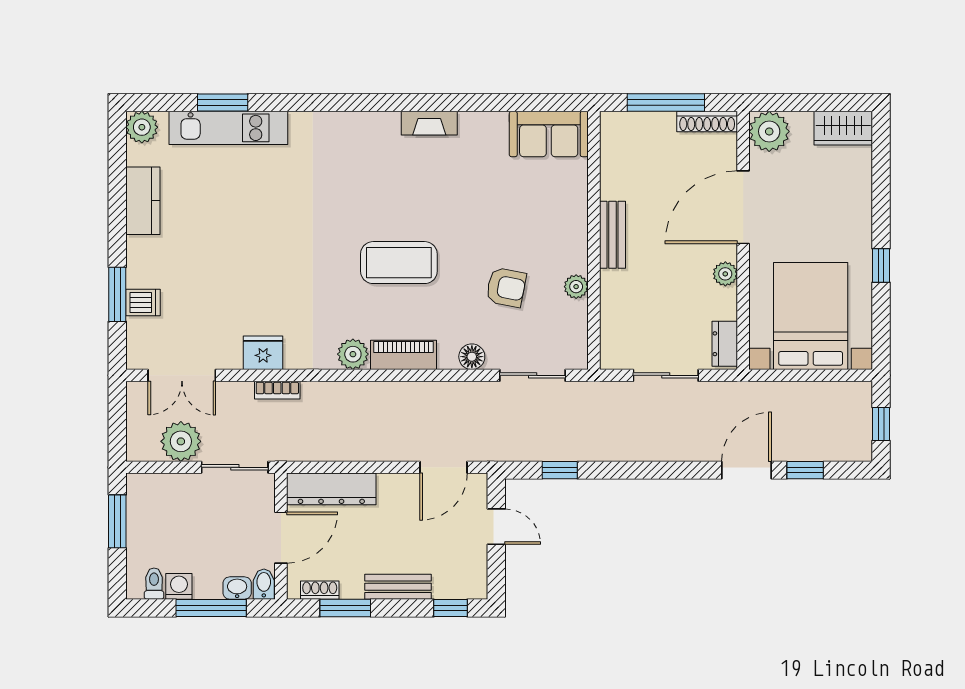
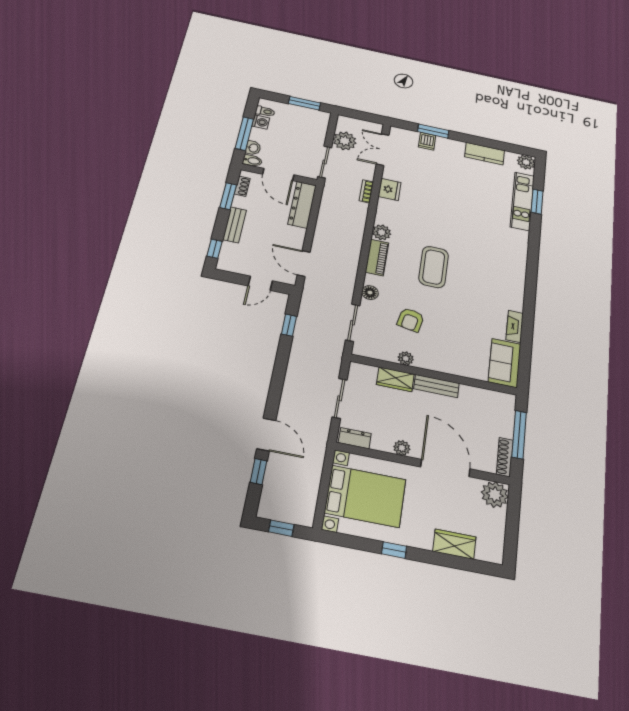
fireplace: (429, 123) -> (515, 326), moved
wardrobe: (843, 128) -> (454, 544), moved, turned 90
wardrobe: (615, 298) -> (395, 379), added

